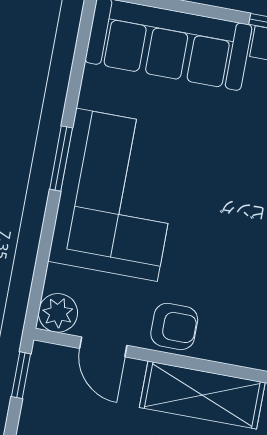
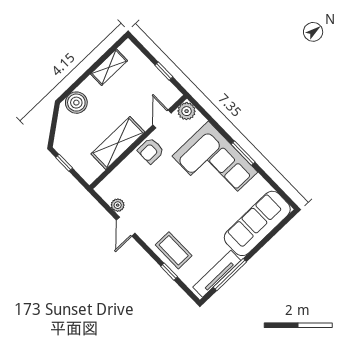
door: (103, 347) -> (162, 119), hinge flipped
window: (21, 375) -> (164, 71), moved

